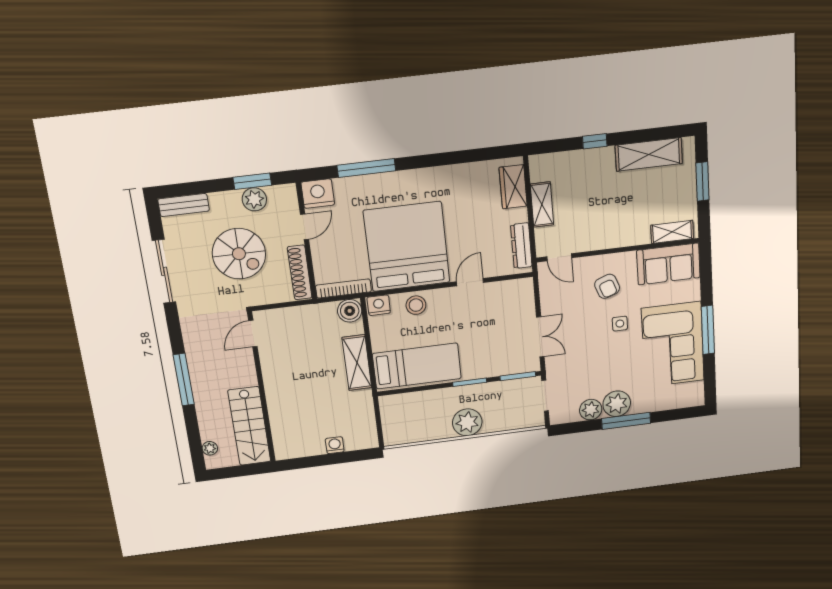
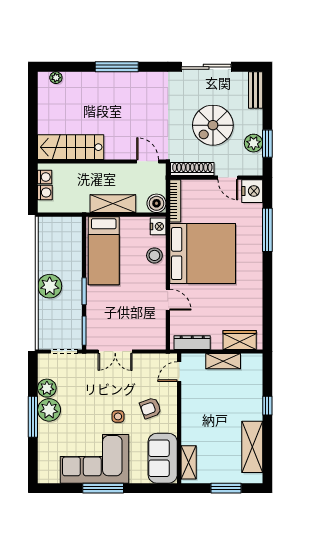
door: (253, 334) -> (148, 161), moved
wall: (262, 388) -> (102, 161), moved
stairs: (249, 426) -> (71, 147), moved
washing machine: (354, 442) -> (45, 193), added

